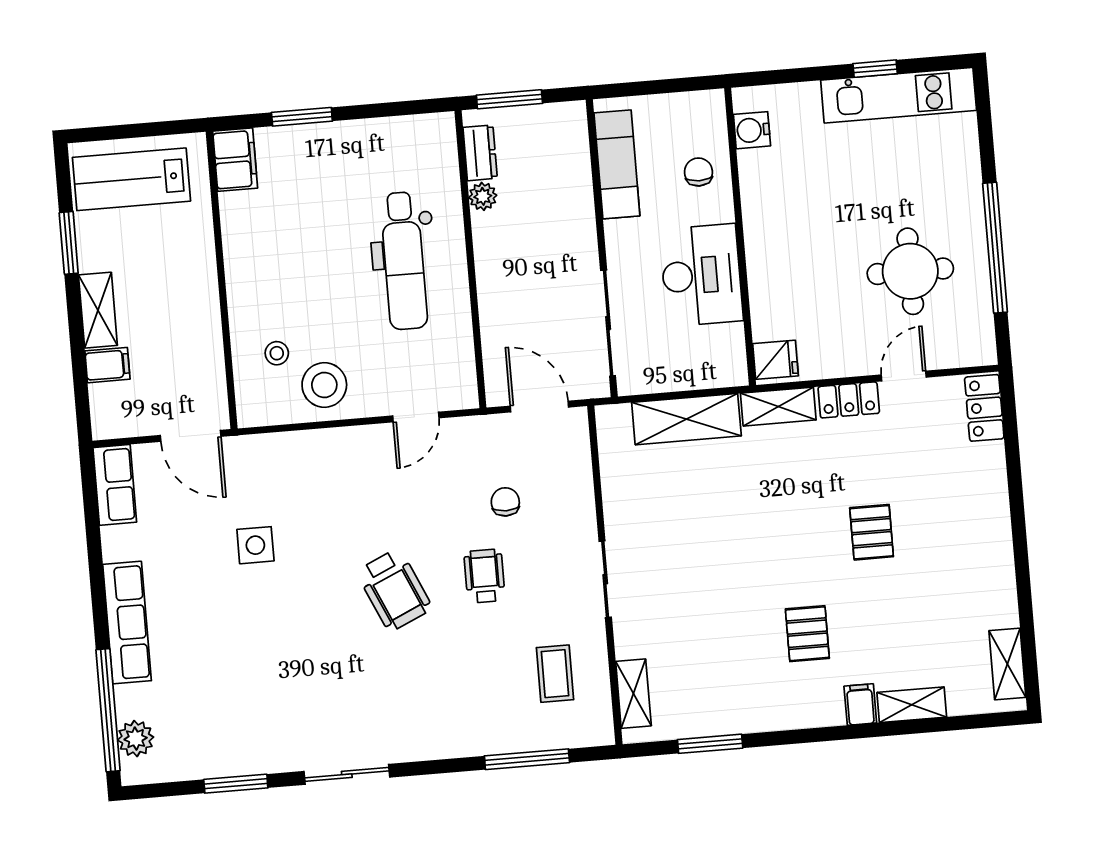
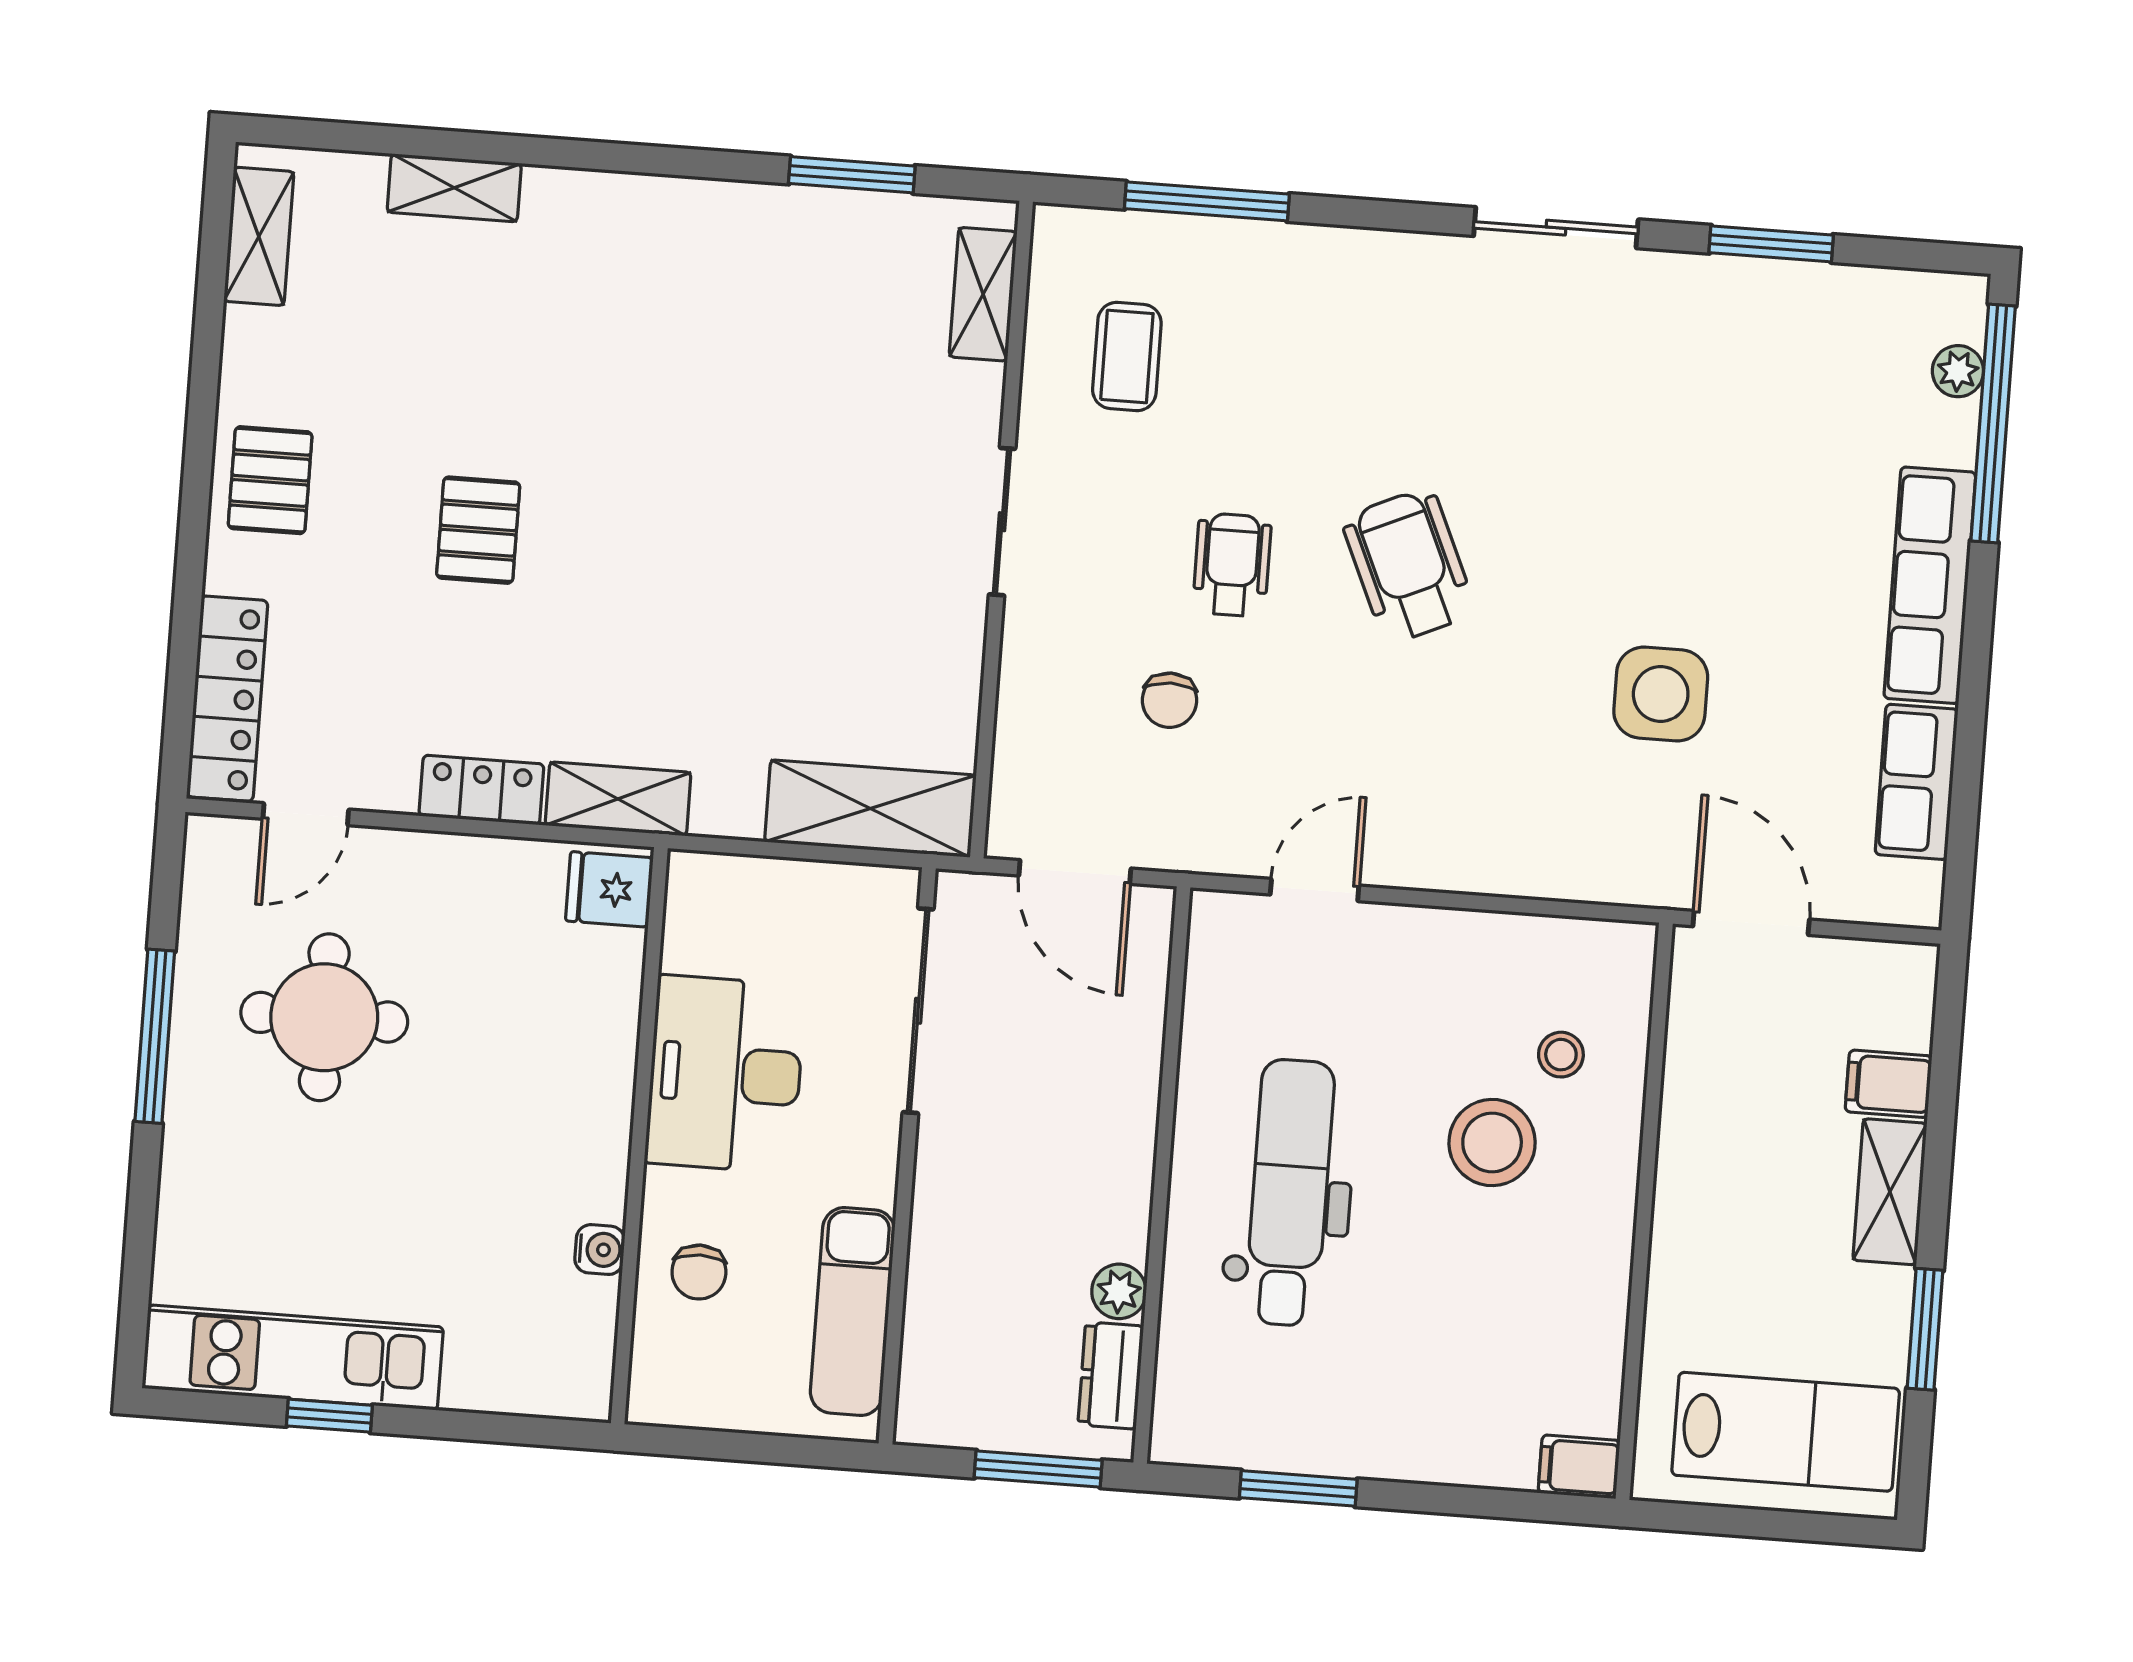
window: (302, 117) -> (1298, 1488), moved
water cooler: (752, 130) -> (600, 1250), moved, width x0.72, depth x0.72
filing cabinet: (235, 160) -> (1579, 1467), width x0.50
window: (995, 248) -> (155, 1036), width x0.68
door: (904, 376) -> (306, 814), moved
stool: (324, 385) -> (1492, 1143), moved
locker: (984, 408) -> (227, 699), width x1.53
shelving: (686, 419) -> (870, 809), moved
row of seats: (115, 485) -> (1917, 782), moved
side table: (255, 545) -> (1661, 694), width x1.37, depth x1.37
wheelchair: (484, 576) -> (1232, 565), turned 180
pallet: (807, 634) -> (270, 480), moved
filing cabinet: (860, 705) -> (553, 204), removed
plant: (136, 739) -> (1958, 371), width x0.73, depth x0.73

